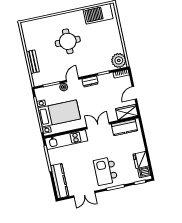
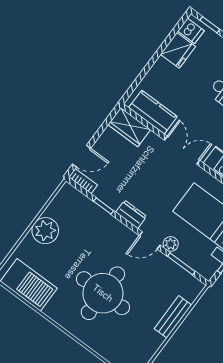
round table: (68, 41) -> (103, 293), width x1.36, depth x1.36
plant: (119, 60) -> (45, 231), moved
door: (134, 93) -> (82, 156), moved
double door: (98, 126) -> (182, 150), swing flipped

